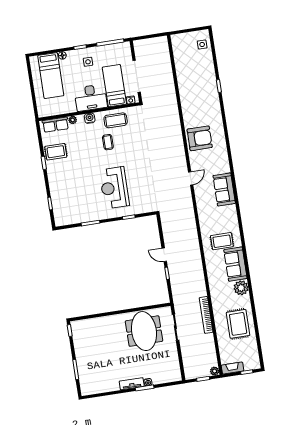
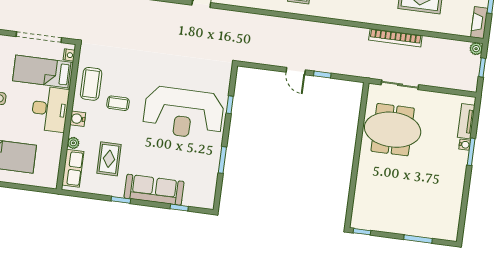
rug: (56, 152) -> (109, 159), moved
sofa: (57, 183) -> (154, 190), added
reception desk: (114, 188) -> (183, 113), width x1.36, depth x1.30
door: (164, 255) -> (296, 71), hinge flipped
tv unit: (132, 384) -> (466, 121), moved

